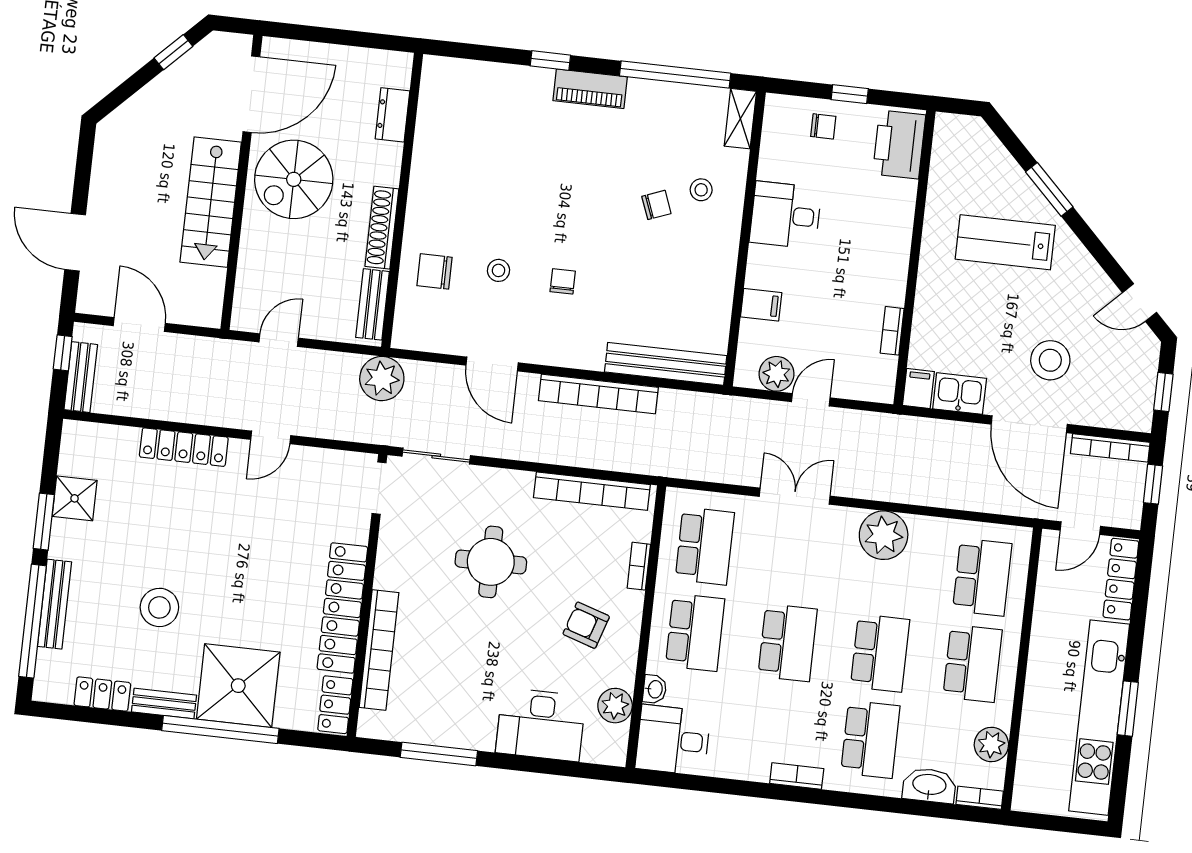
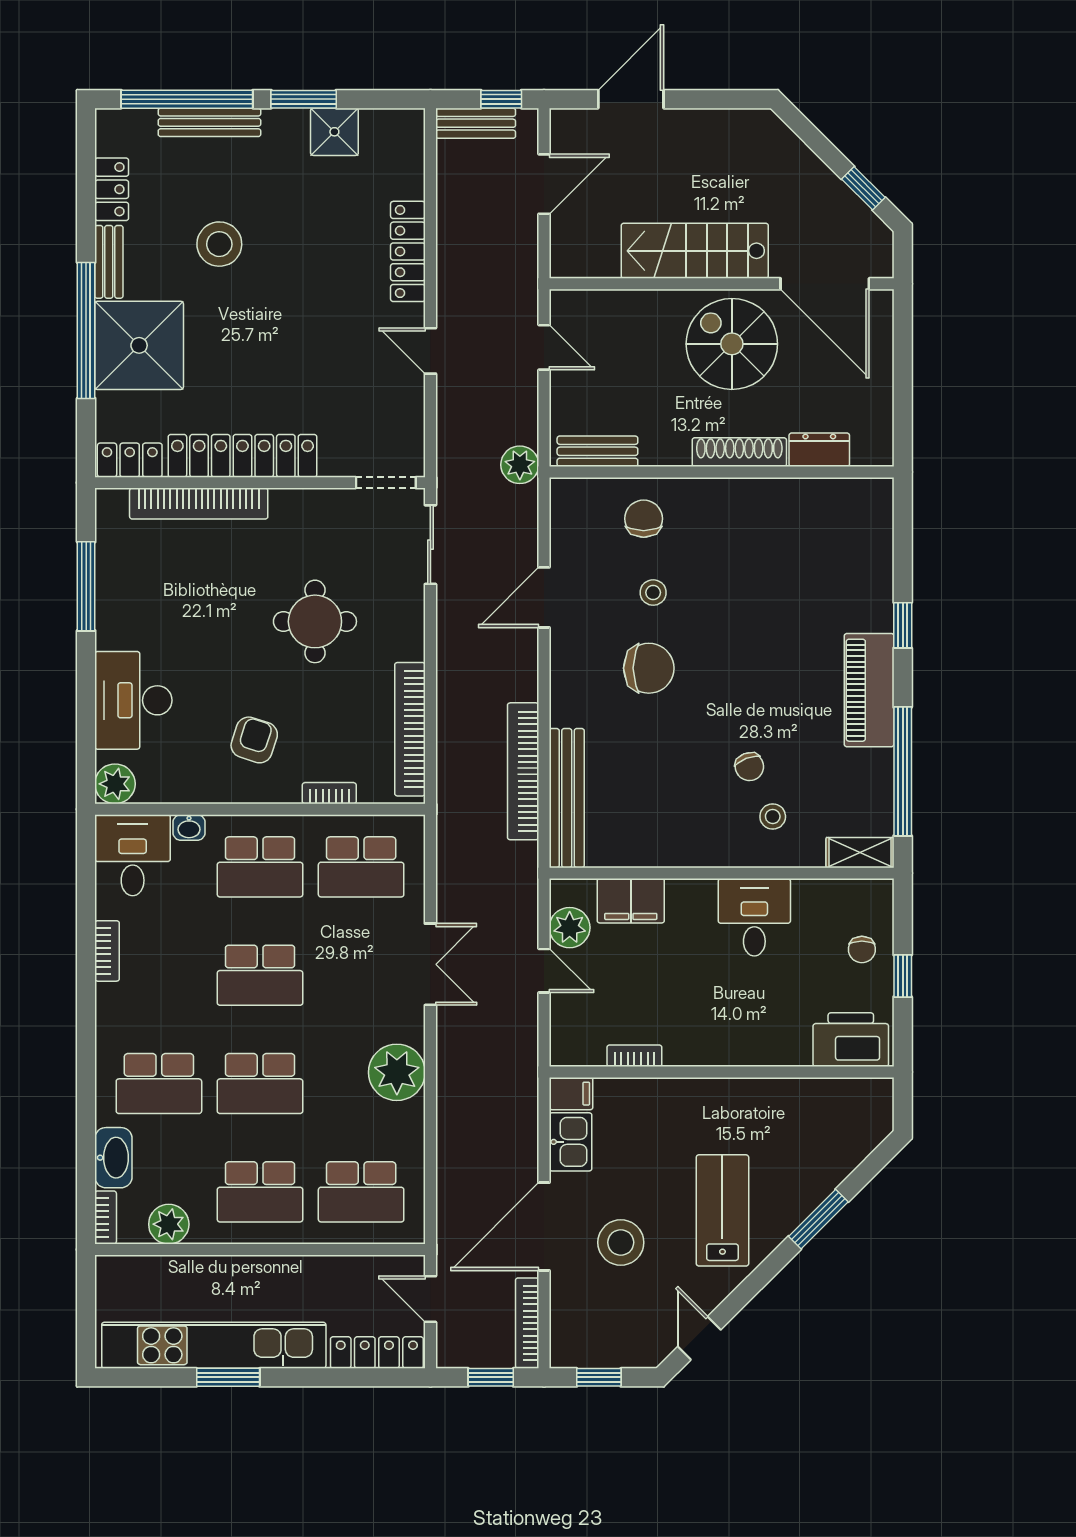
piano: (590, 89) -> (869, 690), width x1.37, depth x1.33
shoe rack: (382, 228) -> (739, 452), moved
lab bench: (1005, 242) -> (722, 1210), moved
chair: (563, 281) -> (649, 668), width x1.87, depth x1.87
filing cabinet: (761, 305) -> (631, 901), width x2.00
plant: (382, 379) -> (520, 465), width x0.73, depth x0.73
bookcase: (598, 394) -> (523, 771), moved
plant: (615, 706) -> (115, 784), moved
bookcase: (797, 776) -> (107, 951), moved

